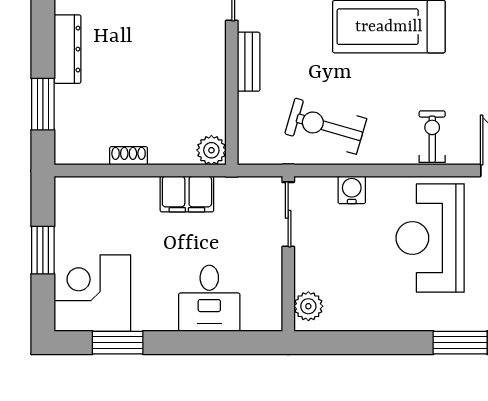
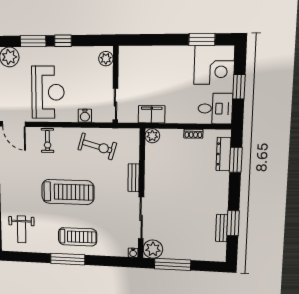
dresser: (67, 49) -> (223, 154), moved
filing cabinet: (187, 194) -> (152, 114), moved
desk: (209, 298) -> (215, 109), moved, turned 90
window: (397, 343) -> (63, 41), added

